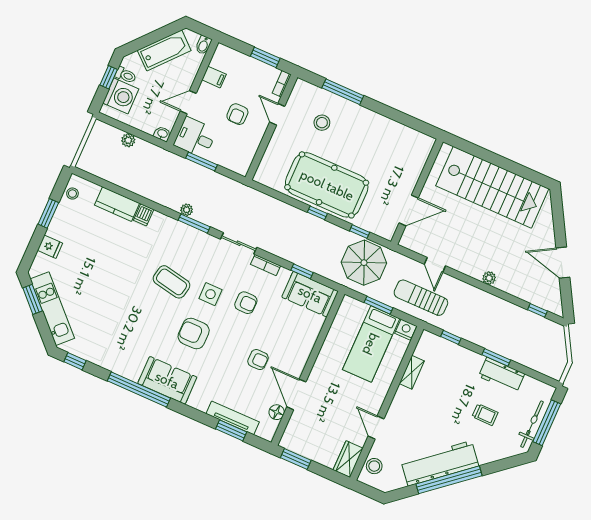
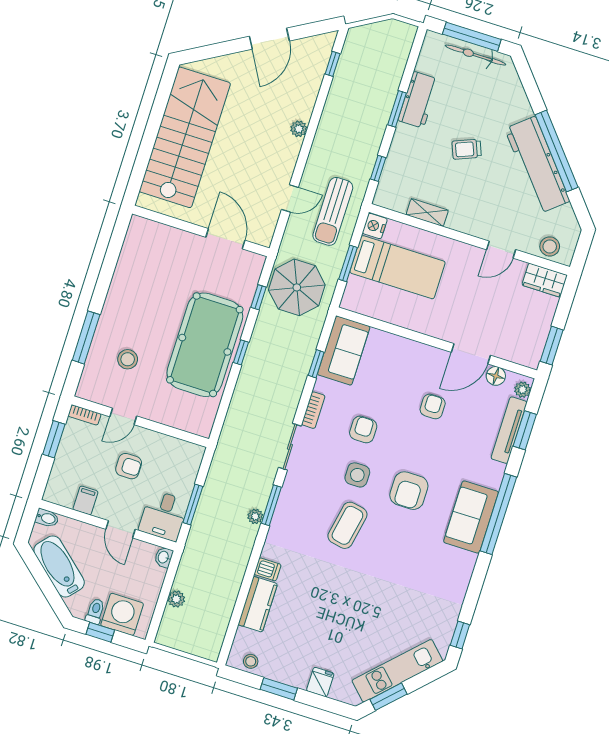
window: (139, 389) -> (498, 514), moved
trolley: (485, 415) -> (467, 149), moved, turned -112
plant: (263, 432) -> (523, 390), added

